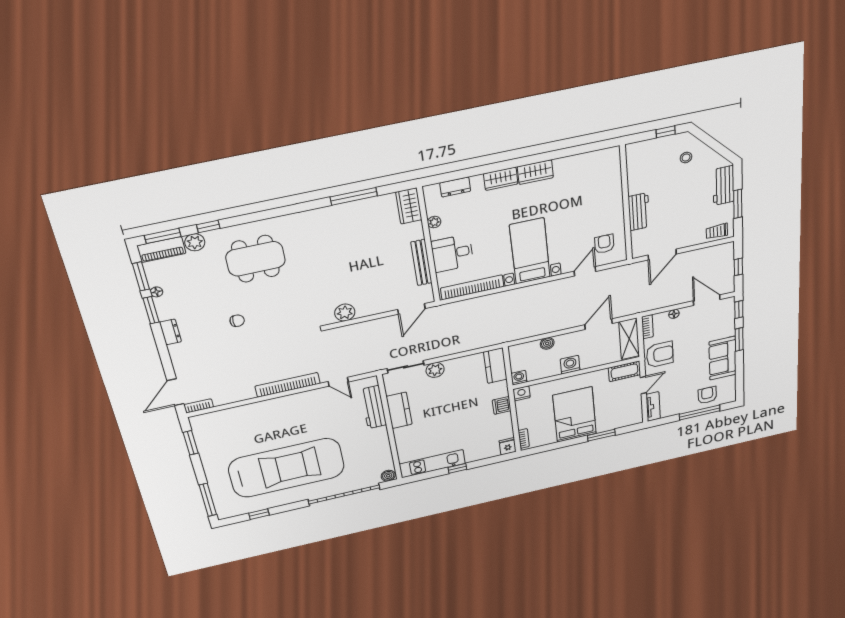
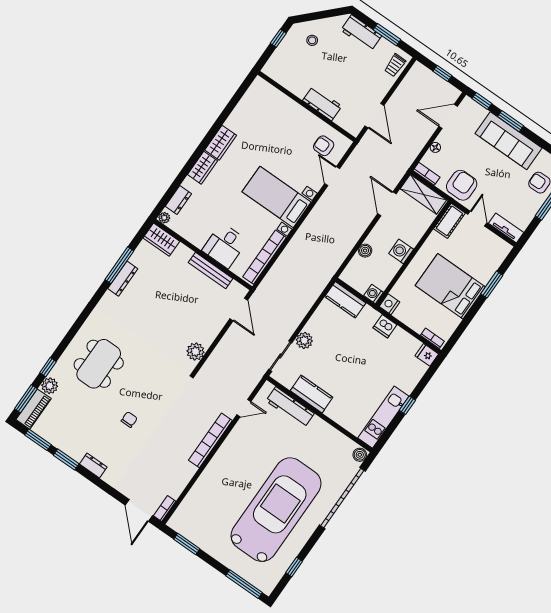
dresser: (345, 209) -> (123, 279), added
plant: (434, 222) -> (164, 218), moved
floor lamp: (157, 292) -> (58, 443), removed
sofa: (723, 358) -> (508, 141), width x1.36

